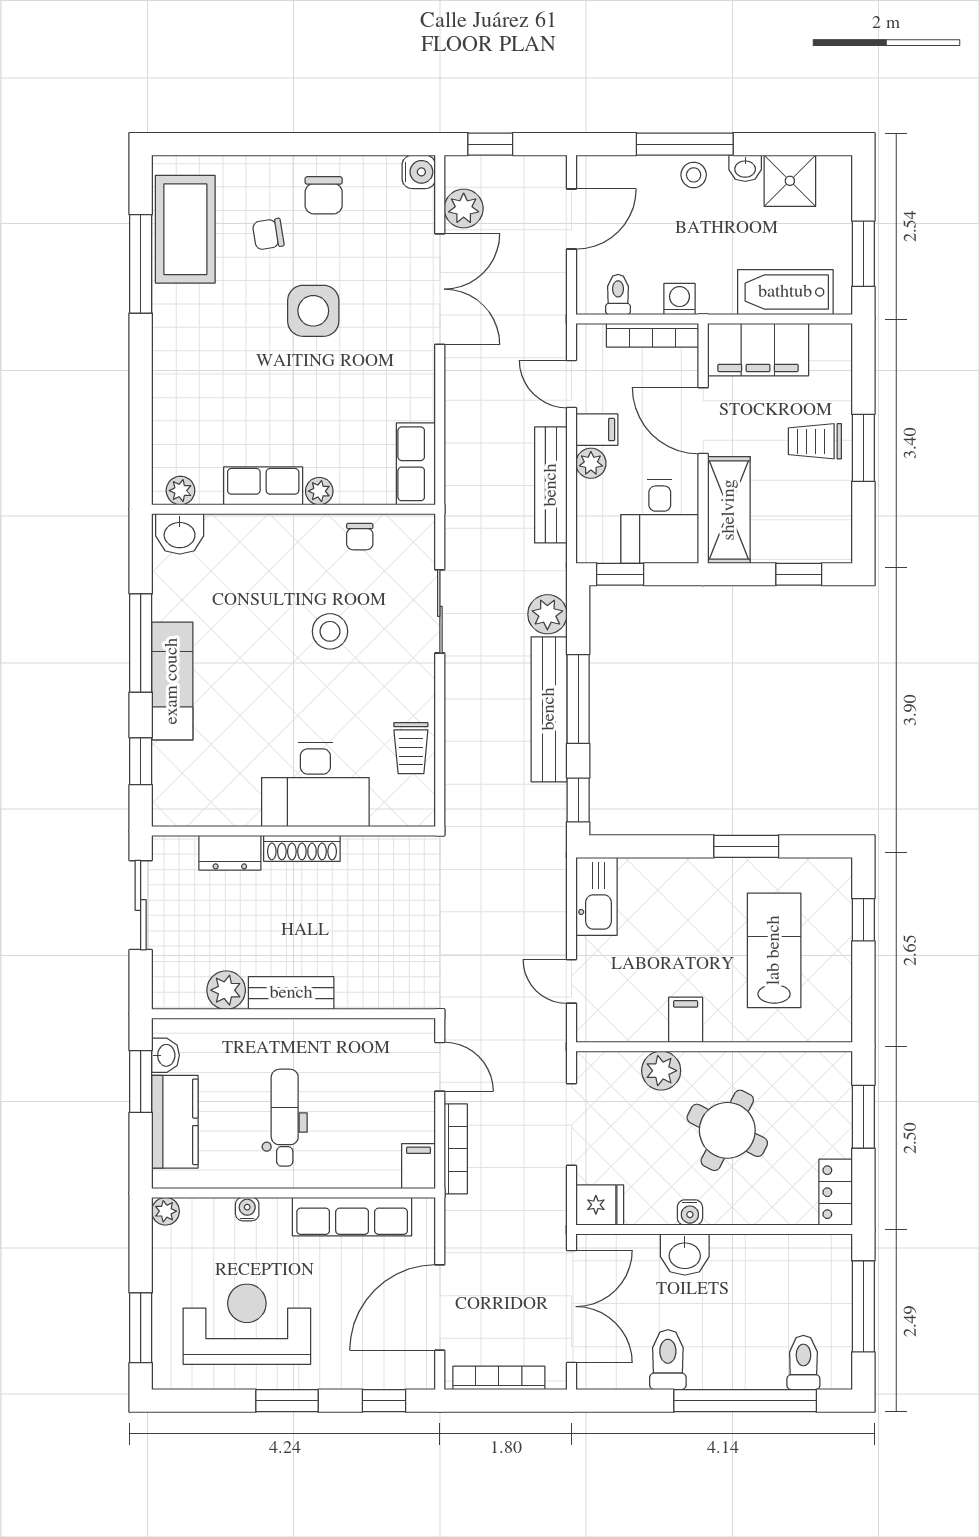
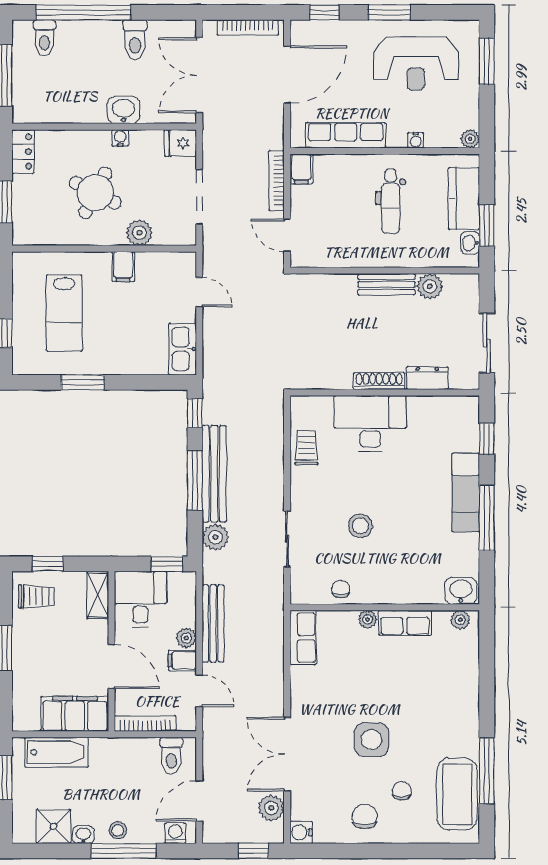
chair: (268, 234) -> (402, 791), turned -81
toilet: (618, 295) -> (171, 756), width x1.37, depth x1.39
washing machine: (679, 299) -> (175, 833), moved, turned 180
trolley: (815, 441) -> (36, 596), moved
shelving: (729, 510) -> (98, 595), width x0.67, depth x0.75

